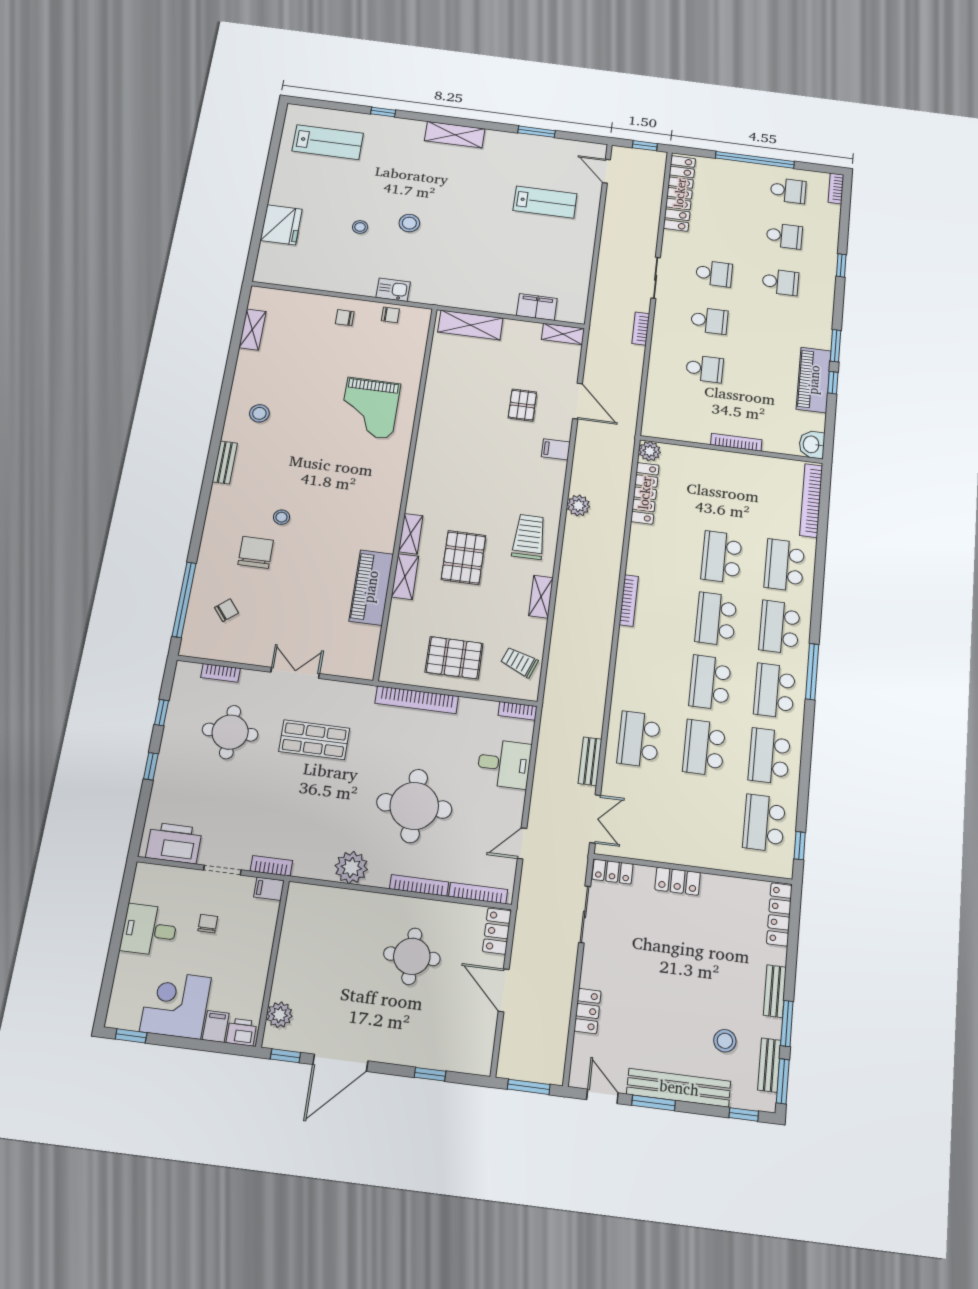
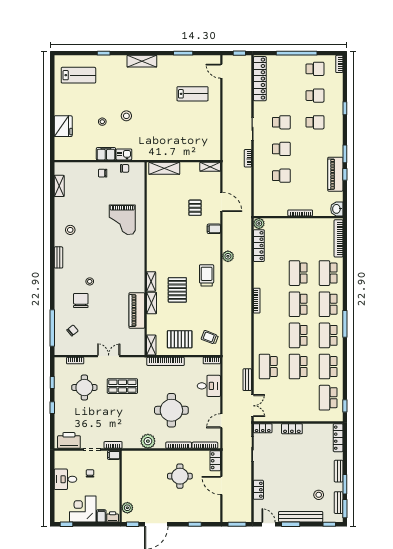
filing cabinet: (537, 307) -> (106, 154), moved
shelving: (541, 597) -> (151, 345), moved

